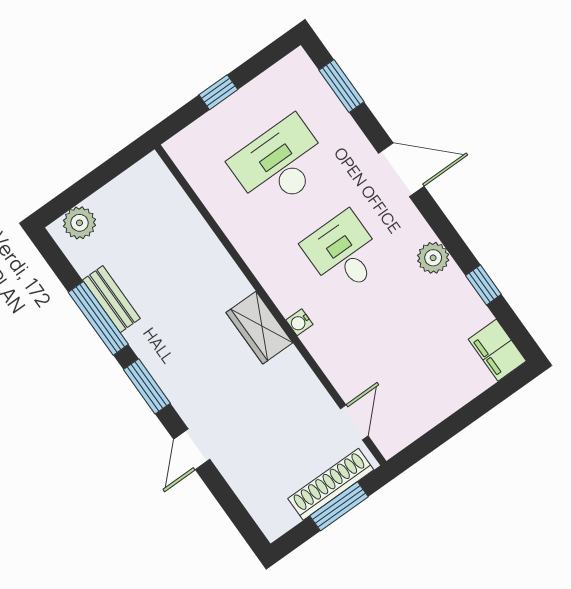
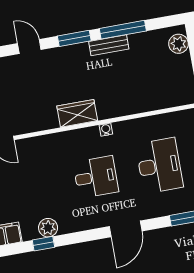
plant: (433, 258) -> (48, 228), moved
bench: (111, 299) -> (109, 45), moved
water cooler: (299, 322) -> (106, 130), moved

